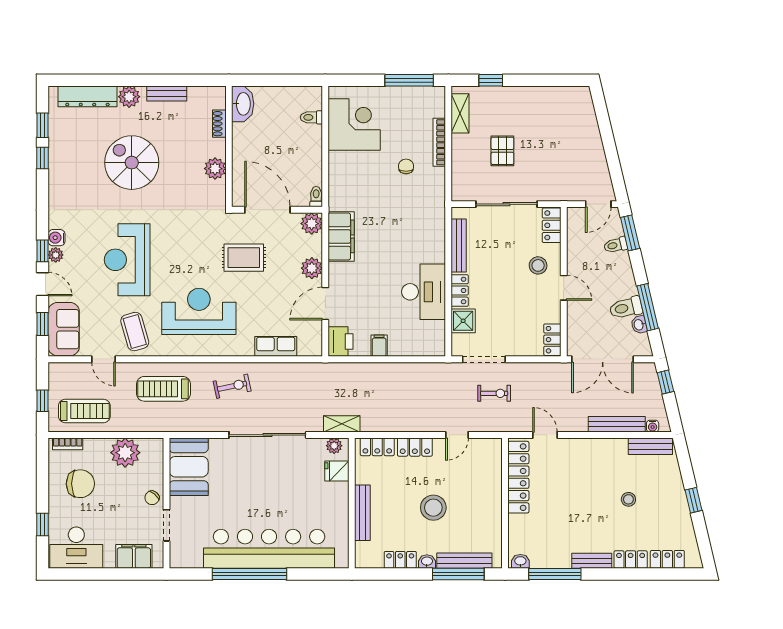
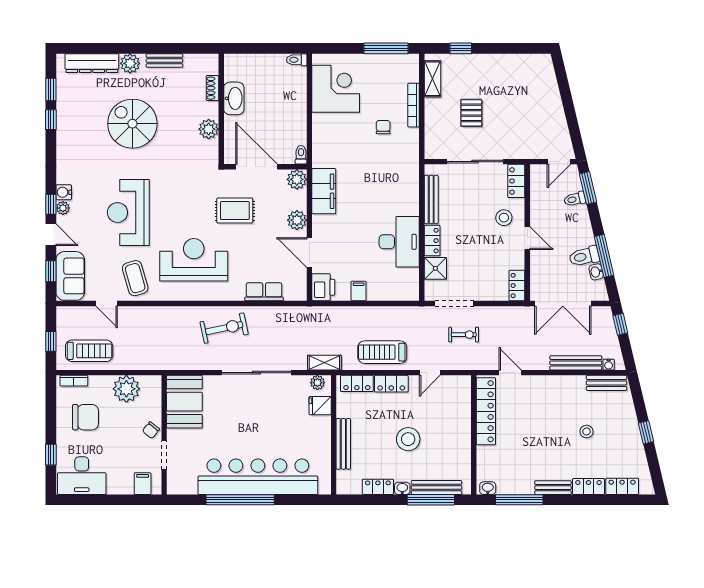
washbasin: (243, 104) -> (234, 98), moved
toilet: (311, 117) -> (297, 60), moved
door: (325, 304) -> (309, 253), hinge flipped
exercise bike: (232, 386) -> (224, 328), width x1.38, depth x1.39
treadmill: (164, 389) -> (382, 352), moved
filing cabinet: (134, 556) -> (143, 484), width x0.50

